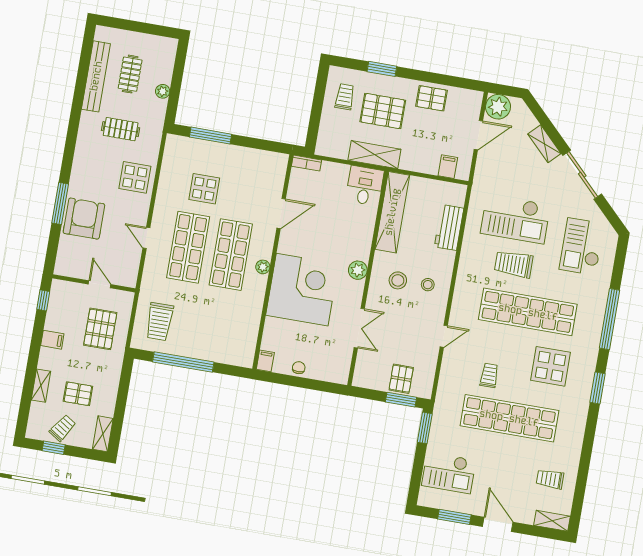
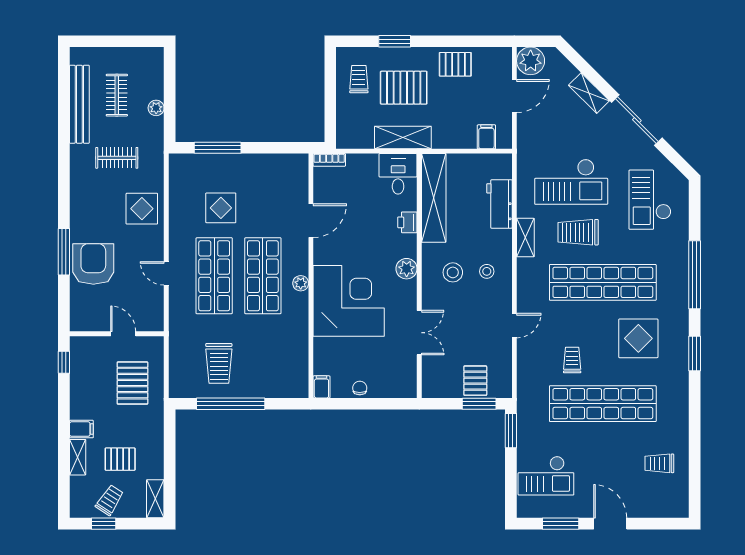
printer: (366, 230) -> (407, 222), added
trolley: (159, 322) -> (219, 363), moved
filing cabinet: (52, 340) -> (81, 429), moved
shelving: (552, 521) -> (525, 238), moved, turned 90

